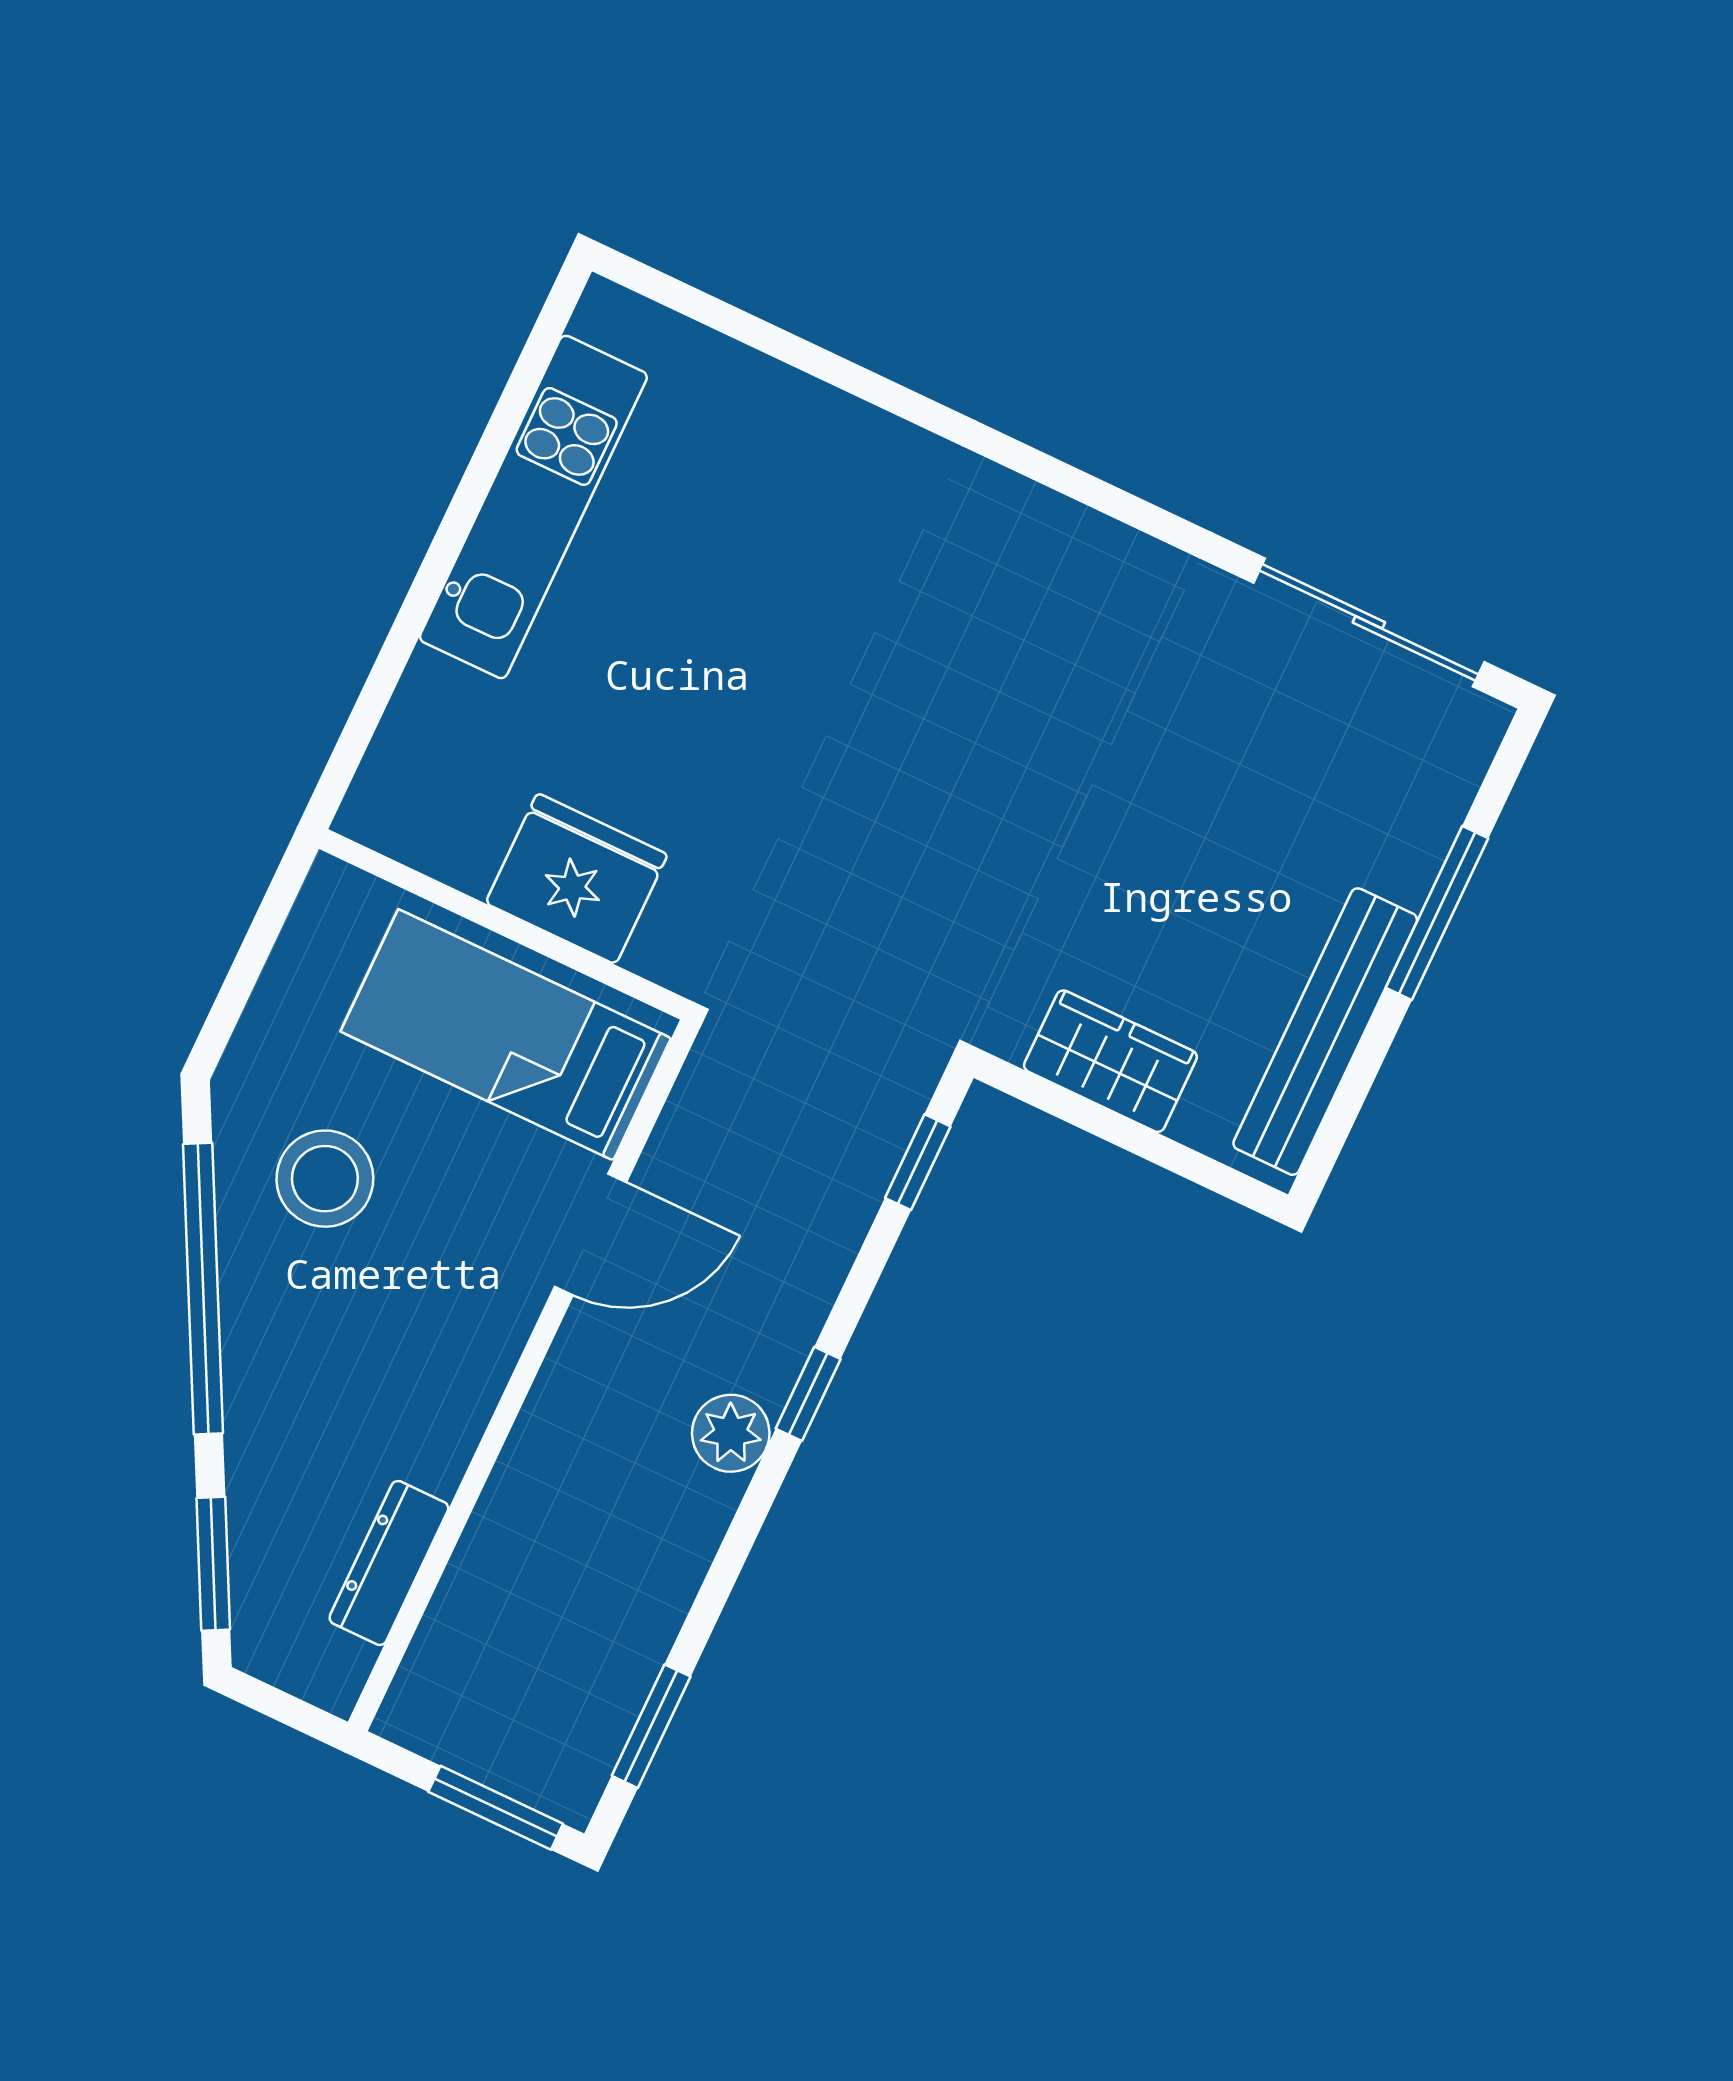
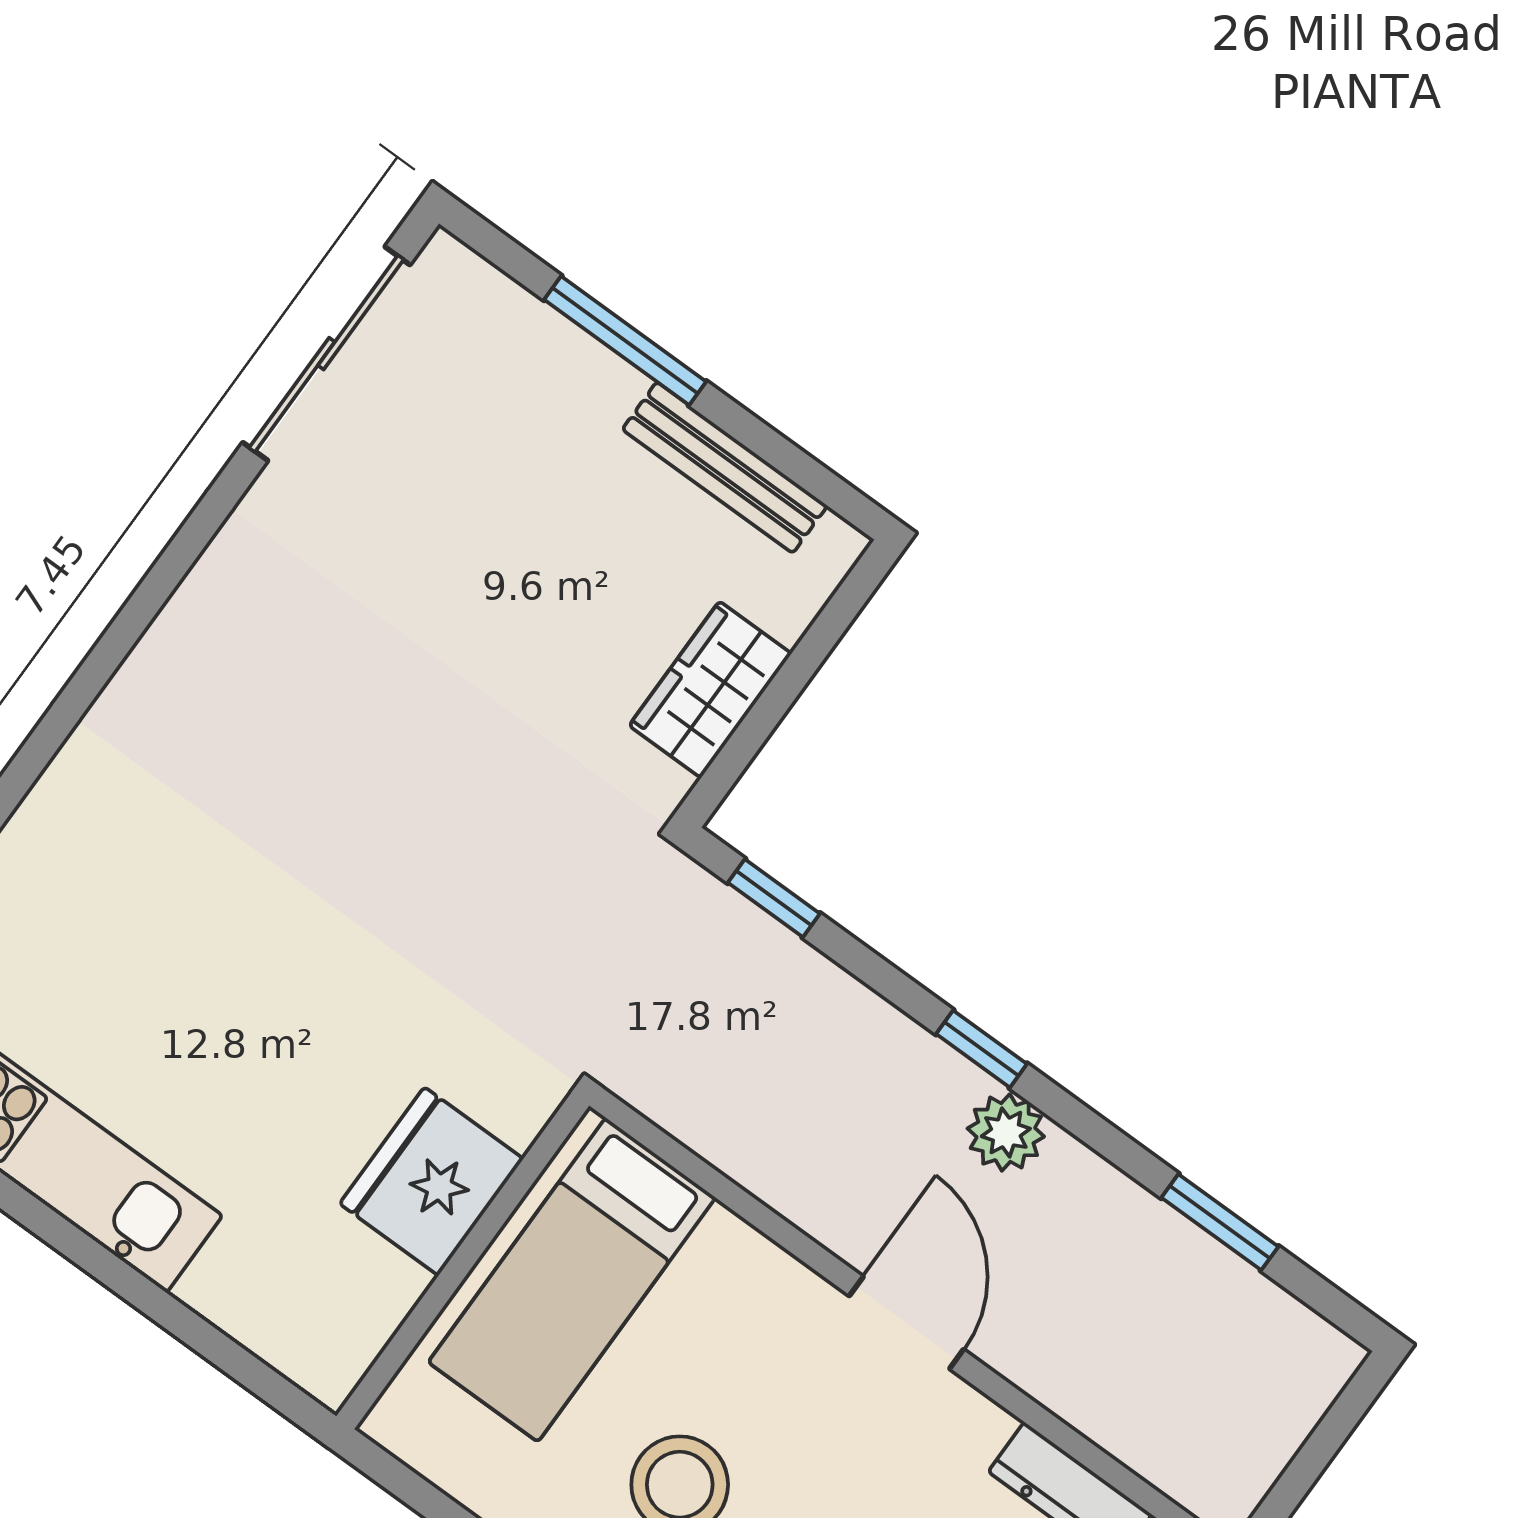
bench: (1325, 1032) -> (725, 468), width x0.73, depth x0.82
door: (590, 1234) -> (906, 1323), moved
window: (651, 1726) -> (1220, 1222), moved
window: (496, 1808) -> (1331, 1434), removed

